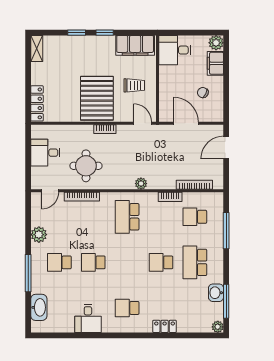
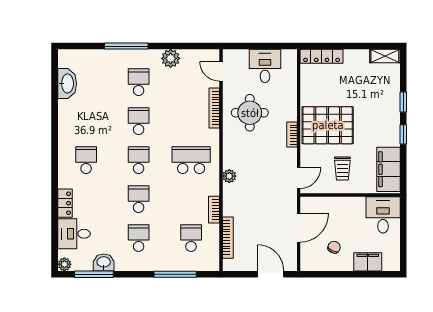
plant: (216, 43) -> (391, 262), removed
school desk: (127, 262) -> (139, 160), added
school desk: (195, 262) -> (139, 238), width x0.54
washbasin: (39, 307) -> (67, 84), moved, turned -90
desk: (88, 318) -> (74, 234), moved

